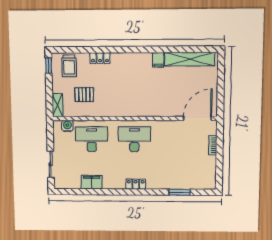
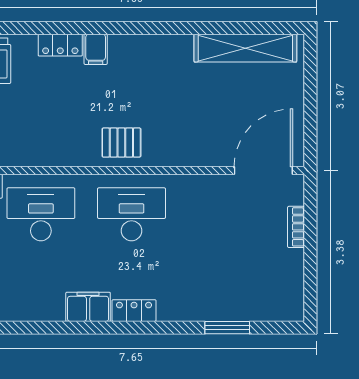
filing cabinet: (158, 60) -> (96, 49), moved
pallet: (84, 95) -> (121, 143), moved
filing cabinet: (92, 182) -> (88, 307), moved

